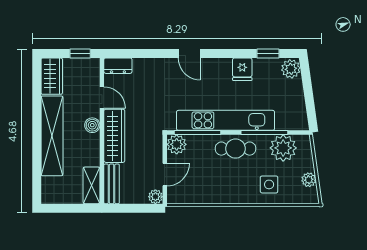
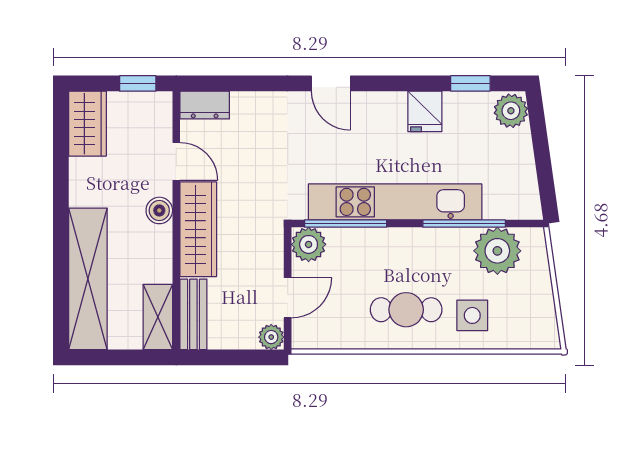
shelving: (52, 136) -> (88, 279), moved
cafe table: (236, 149) -> (406, 310), moved
plant: (309, 180) -> (543, 307), removed

